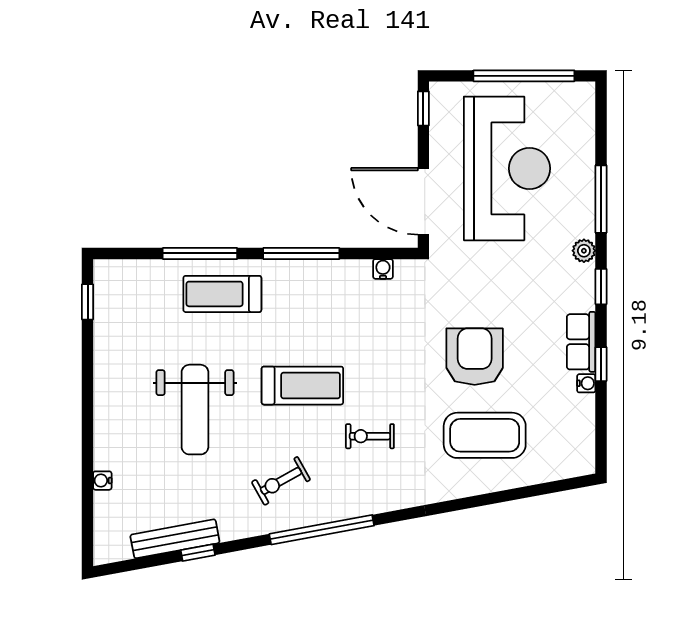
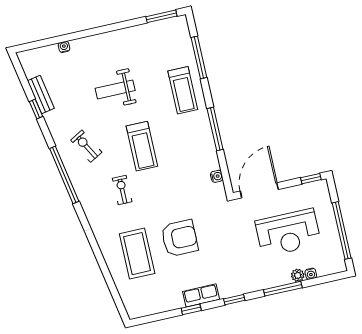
reception desk: (507, 168) -> (288, 233), width x0.74, depth x0.77
plant: (584, 251) -> (298, 275), moved
window: (200, 253) -> (199, 57), moved
treadmill: (222, 294) -> (183, 90), turned 180
window: (88, 302) -> (161, 16), width x1.50
water cooler: (586, 383) -> (311, 274), moved
weight bench: (195, 410) -> (115, 89), width x0.73, depth x0.75
bench: (175, 539) -> (41, 95), width x0.73

